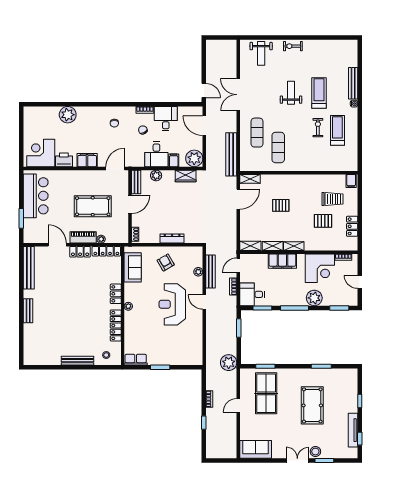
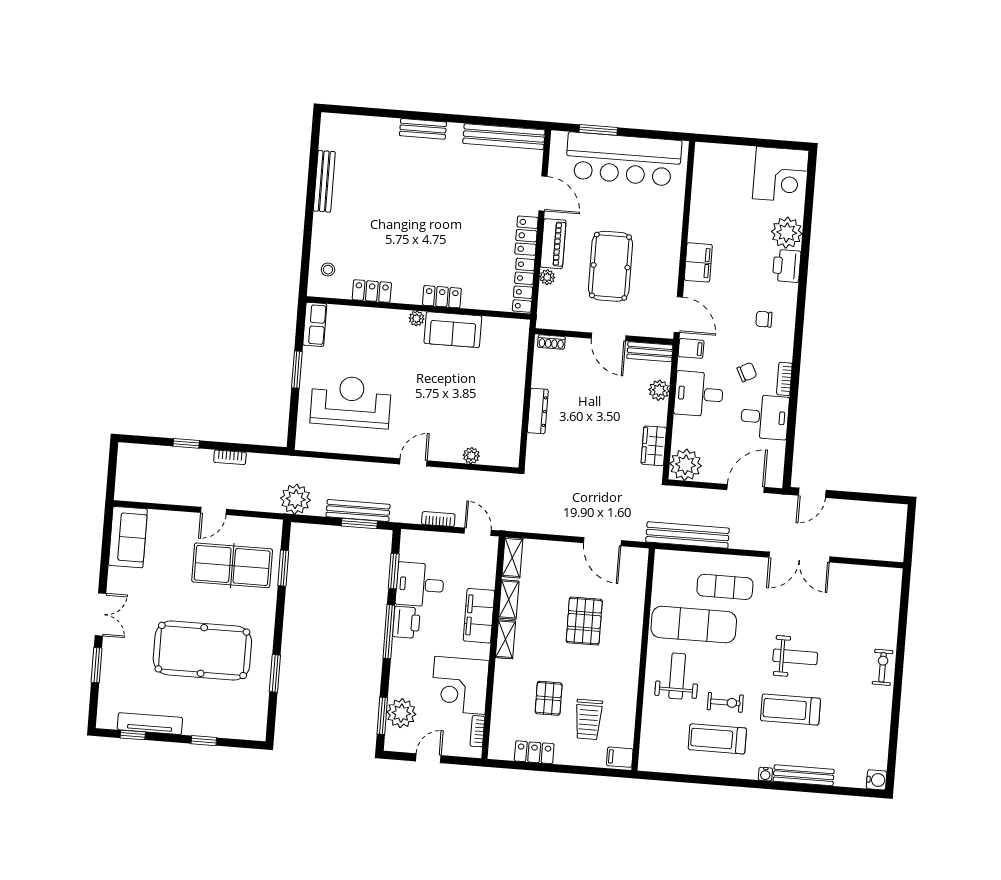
water cooler: (352, 45) -> (877, 780), added
weight bench: (261, 53) -> (677, 676), moved, turned 90
treadmill: (319, 93) -> (791, 710), turned 180
double door: (238, 95) -> (799, 557), swing flipped
treadmill: (337, 130) -> (717, 739), turned 180
exercise mat: (278, 147) -> (694, 625), width x1.36, depth x1.45
corner desk: (41, 153) -> (781, 175), moved, turned 90
printer: (64, 160) -> (787, 266), moved, turned 180
filing cabinet: (174, 160) -> (691, 348), moved
shelving: (250, 179) -> (639, 567), removed
bar counter: (36, 196) -> (623, 159), width x1.36
pallet: (281, 205) -> (584, 621), width x1.50, depth x1.42
door: (57, 245) -> (543, 194), hinge flipped
armchair: (166, 262) -> (494, 395), removed
sofa: (133, 267) -> (453, 330), moved
bench: (211, 272) -> (358, 511), moved
desk: (252, 294) -> (420, 585), moved, turned -90
plant: (314, 298) -> (401, 713), moved
printer: (289, 299) -> (406, 622), added
reception desk: (172, 304) -> (351, 402), moved
locker: (116, 325) -> (372, 291), width x0.66
bench: (77, 361) -> (324, 181), moved
door: (238, 405) -> (213, 511), swing flipped
pool table: (312, 405) -> (202, 650), width x1.36, depth x1.32
stool: (315, 452) -> (115, 650), removed

